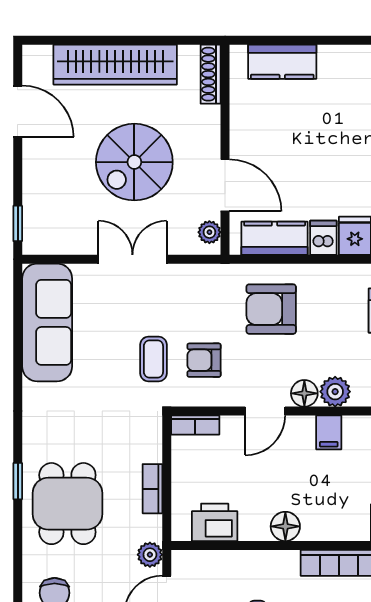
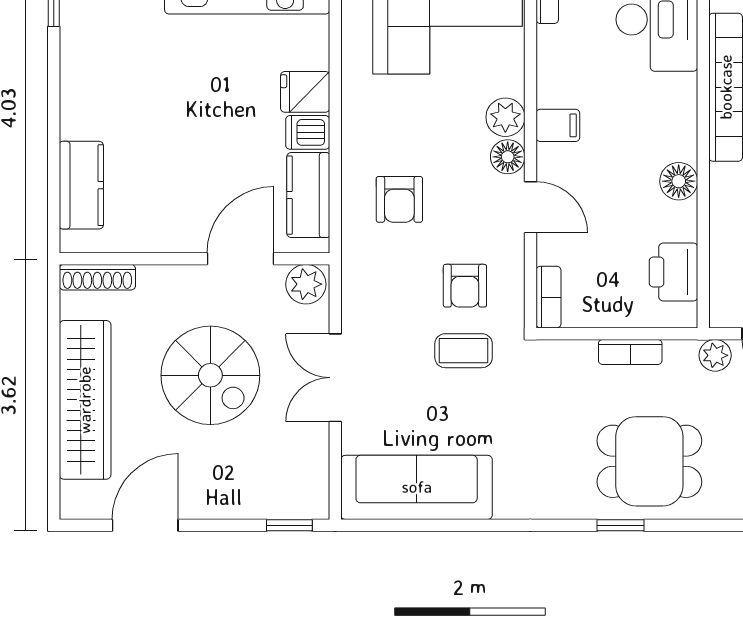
plant: (209, 232) -> (306, 284), width x1.38, depth x1.38
armchair: (271, 309) -> (399, 199), width x0.72, depth x0.72

